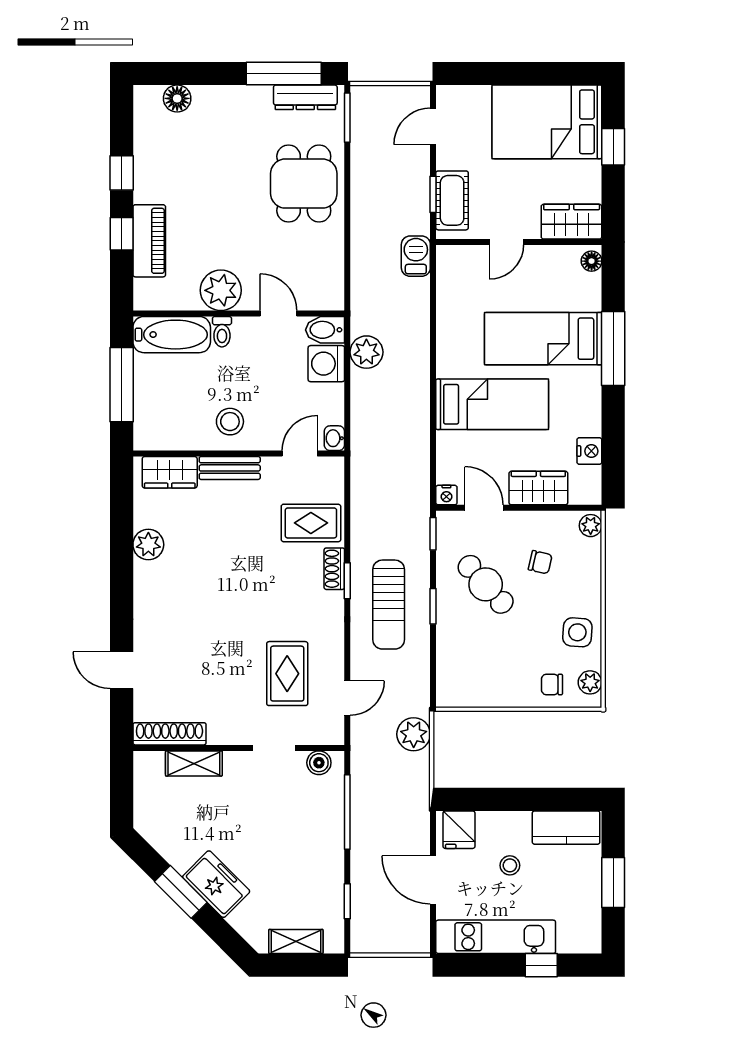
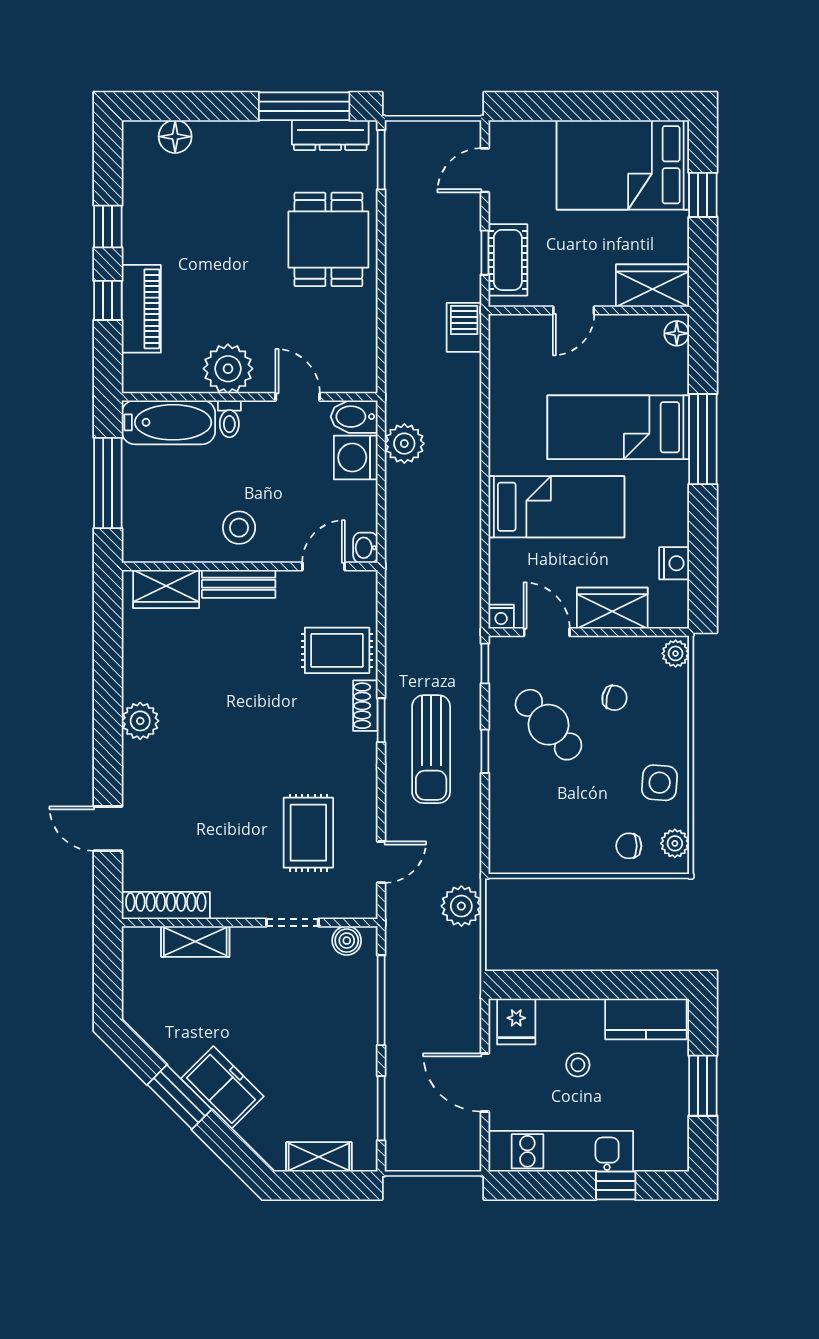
plant: (148, 545) -> (140, 721), moved
window: (347, 901) -> (381, 1108), width x1.50

